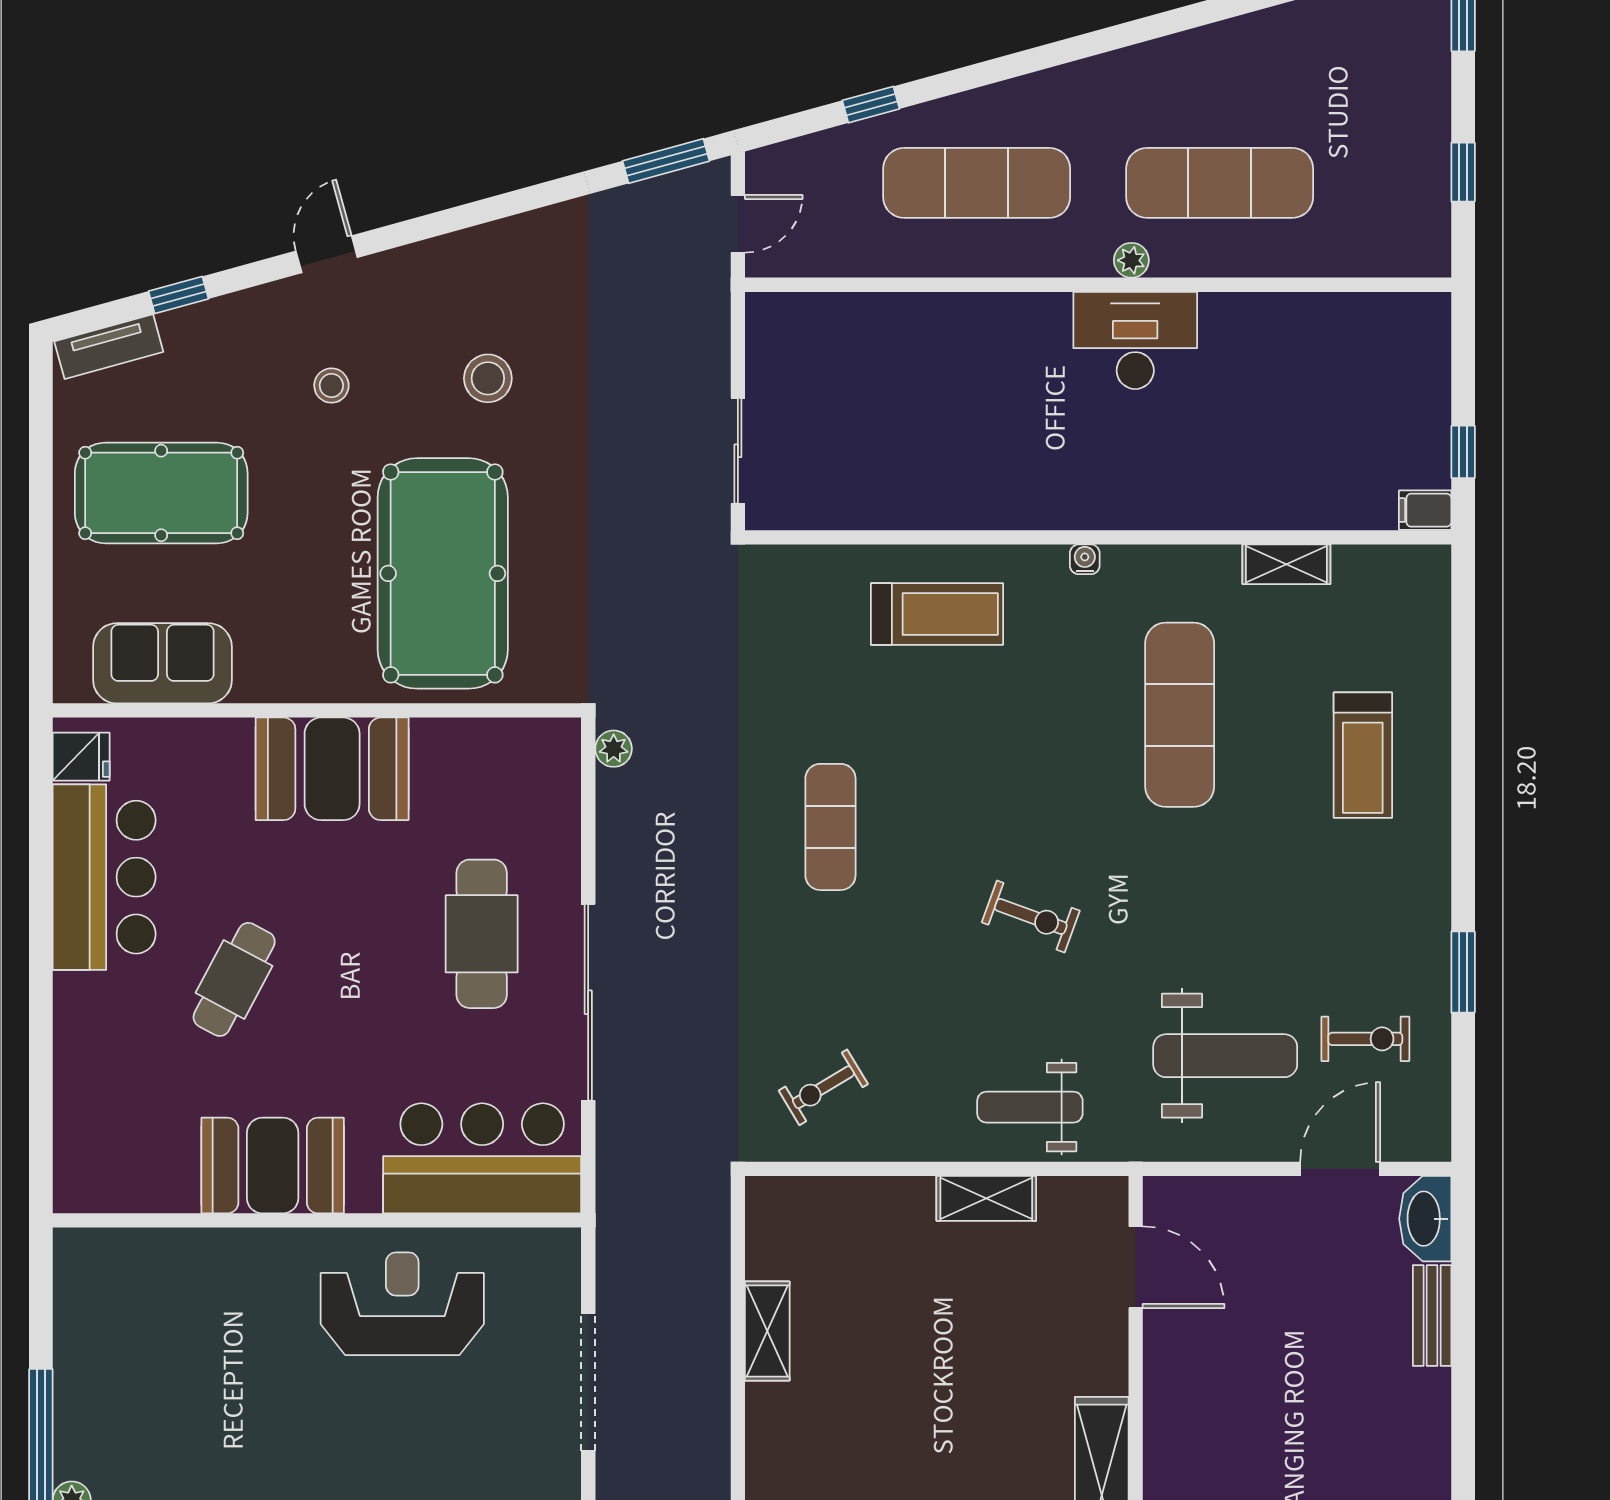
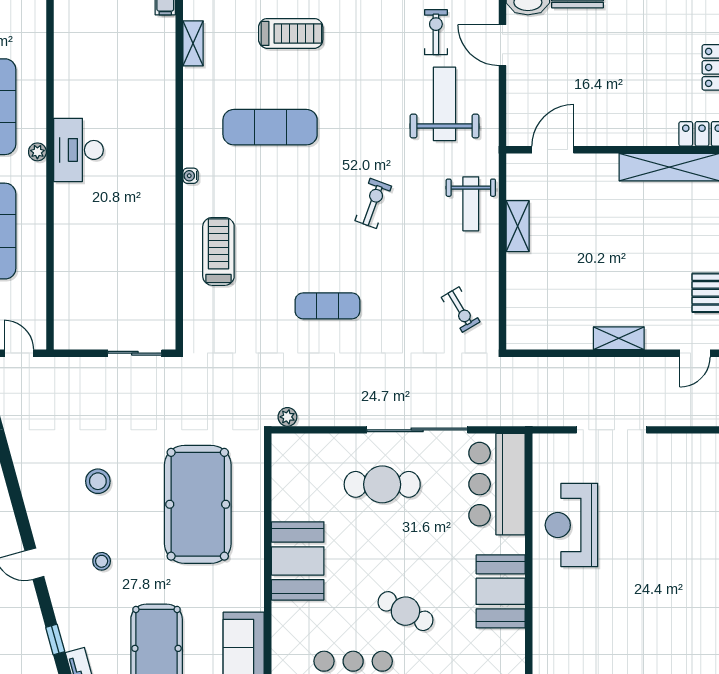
shelving: (1286, 564) -> (193, 43), moved
pool table: (443, 573) -> (198, 504), turned 90
shelving: (767, 1331) -> (619, 338), moved

